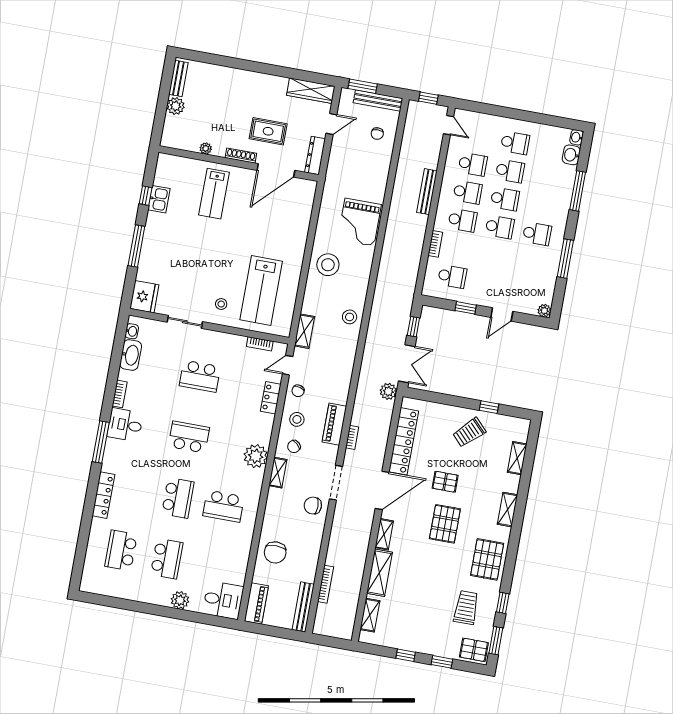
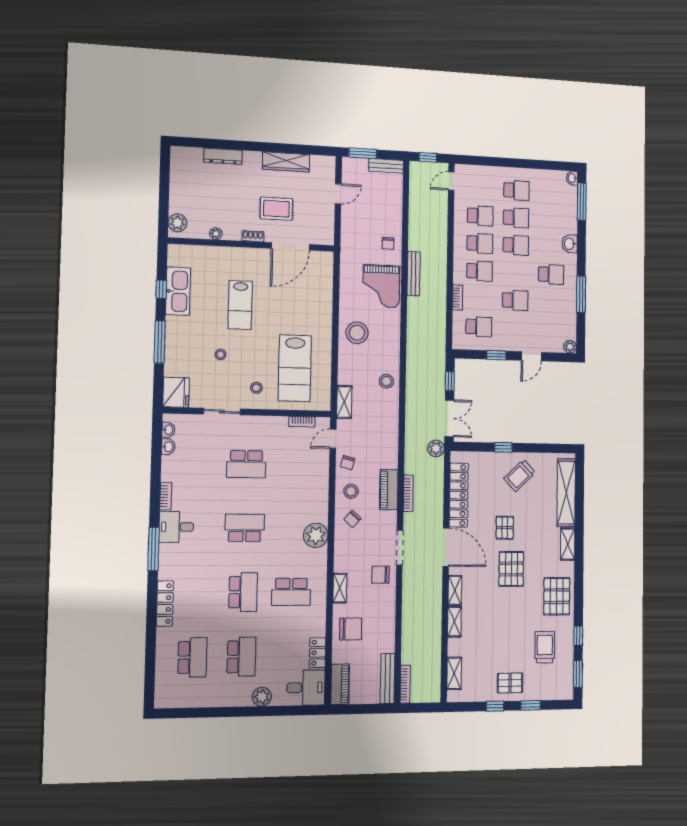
bench: (178, 78) -> (177, 167), removed
wardrobe: (311, 91) -> (286, 162), moved
bench: (378, 101) -> (386, 166), width x0.73
plant: (176, 106) -> (177, 223), moved
door: (449, 125) -> (451, 181), swing flipped
chair: (377, 134) -> (388, 243), moved
washbasin: (571, 155) -> (570, 244), moved
shoe rack: (241, 156) -> (253, 236), width x0.70
dresser: (315, 156) -> (223, 156), moved, turned -90
window: (578, 191) -> (582, 202), moved
bench: (427, 192) -> (414, 274), moved
lab bench: (214, 194) -> (240, 305), moved
kitchen sink: (159, 199) -> (178, 291), width x1.87, depth x1.24
school desk: (500, 227) -> (515, 300), moved
stool: (192, 267) -> (221, 355), added
washbasin: (131, 355) -> (168, 447), width x0.52, depth x0.69
locker: (271, 398) -> (318, 653), moved
window: (489, 407) -> (503, 447), moved
bookcase: (352, 437) -> (408, 493), width x1.56
shelving: (517, 458) -> (566, 493), width x2.20, depth x1.33
shelving: (278, 473) -> (340, 588), moved
pallet: (445, 482) -> (505, 528), turned 90
door: (382, 490) -> (446, 547), hinge flipped
school desk: (121, 550) -> (192, 657), turned 180
chair: (275, 552) -> (351, 629), turned -90
shelving: (379, 573) -> (454, 622), width x0.67, depth x0.75
bookcase: (326, 584) -> (405, 684), moved
pallet: (474, 650) -> (510, 683), moved

